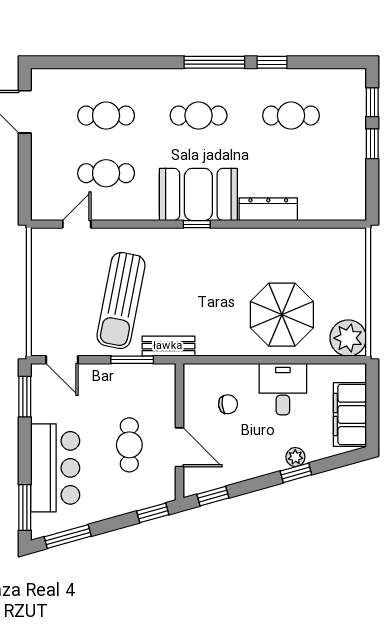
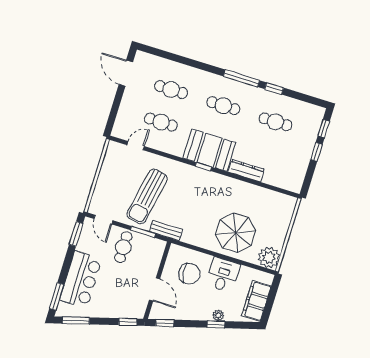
chair: (228, 404) -> (189, 274), width x1.87, depth x1.87
cafe table: (129, 445) -> (123, 247), moved

